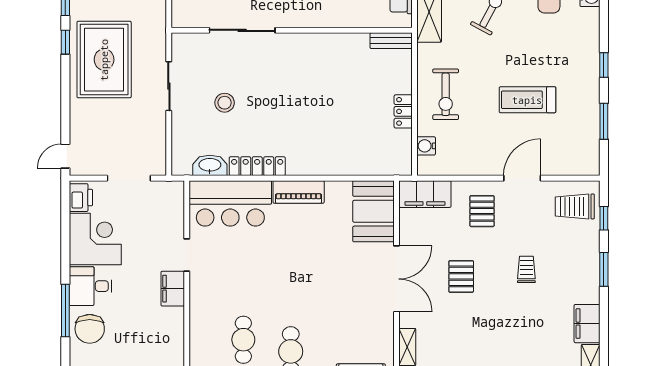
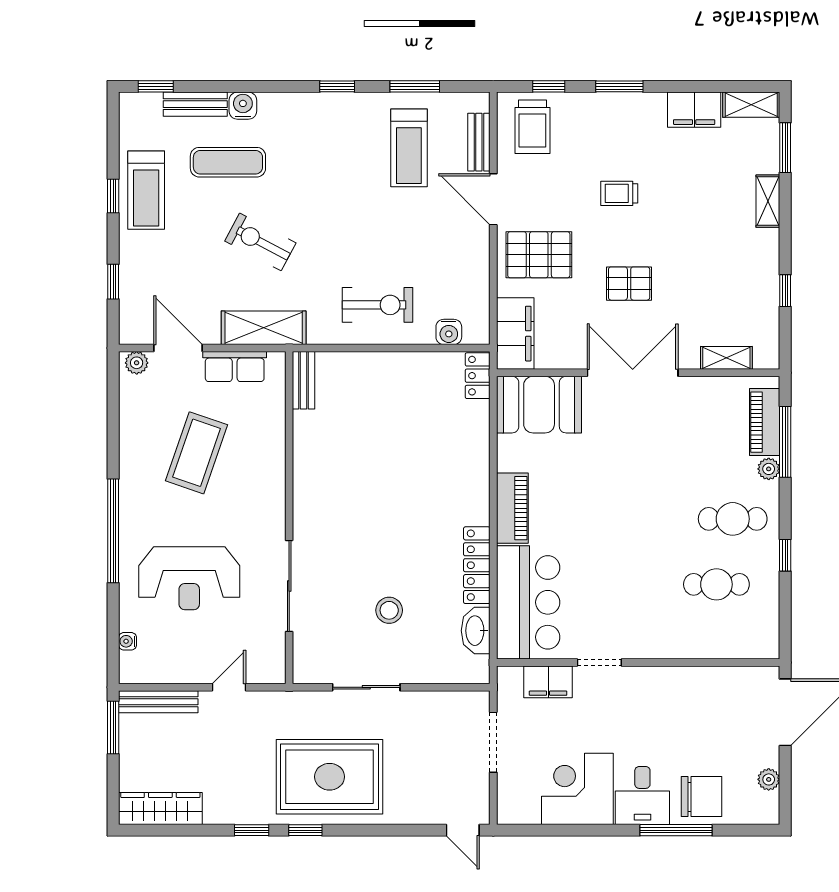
treadmill: (527, 100) -> (409, 148), moved
locker: (403, 111) -> (478, 376), moved, turned 90
bench: (564, 168) -> (479, 142), added
printer: (81, 198) -> (520, 809), removed
pallet: (482, 211) -> (539, 255), width x1.50, depth x1.42
filing cabinet: (173, 289) -> (548, 682), moved

